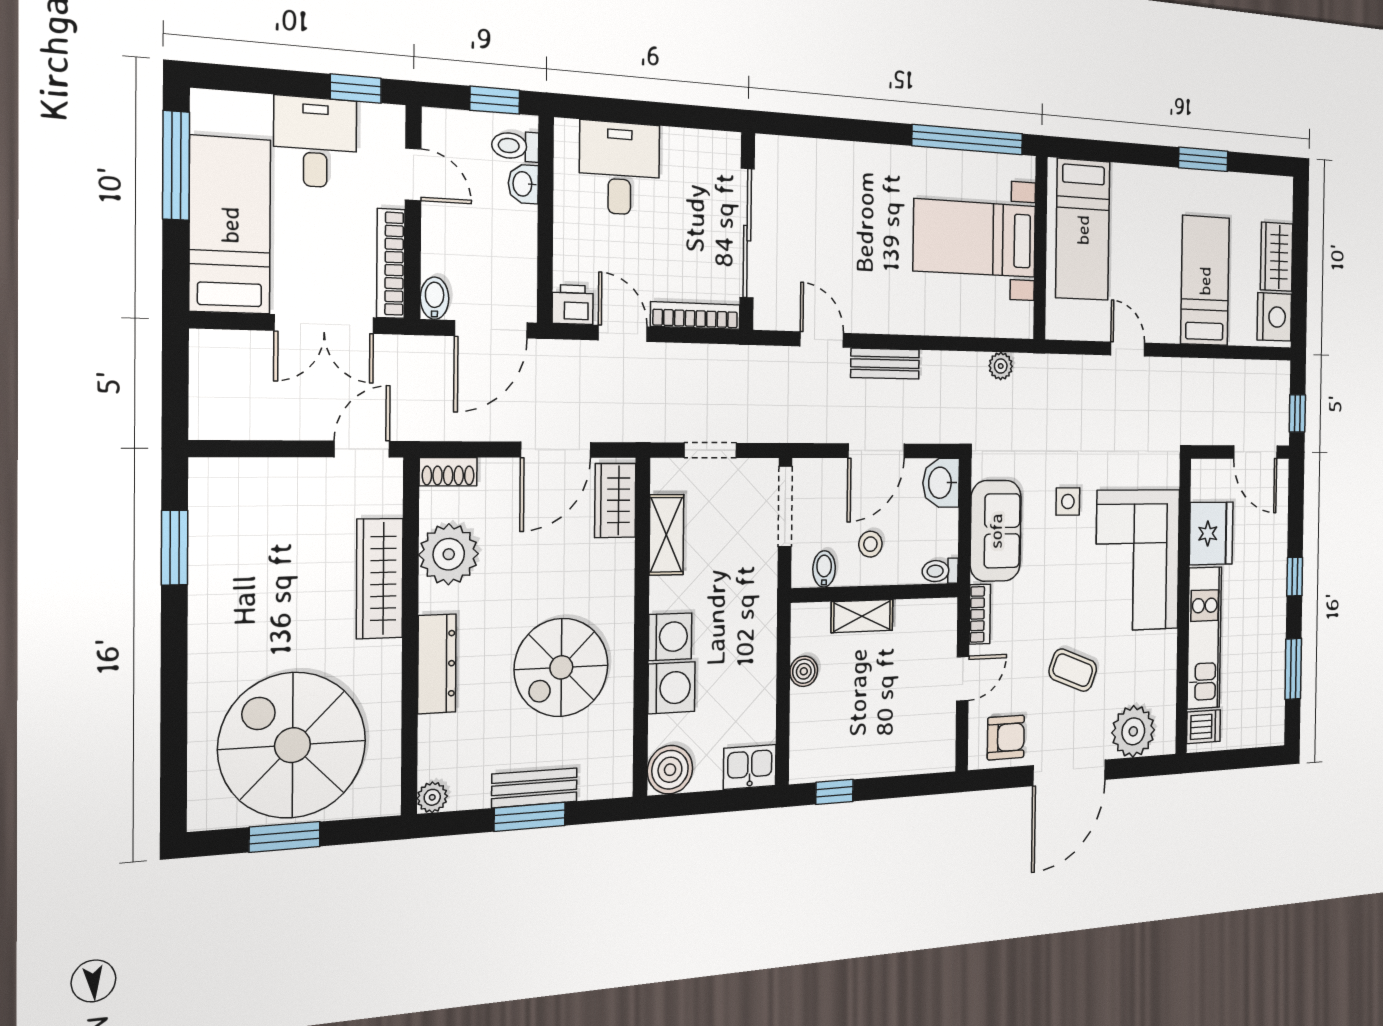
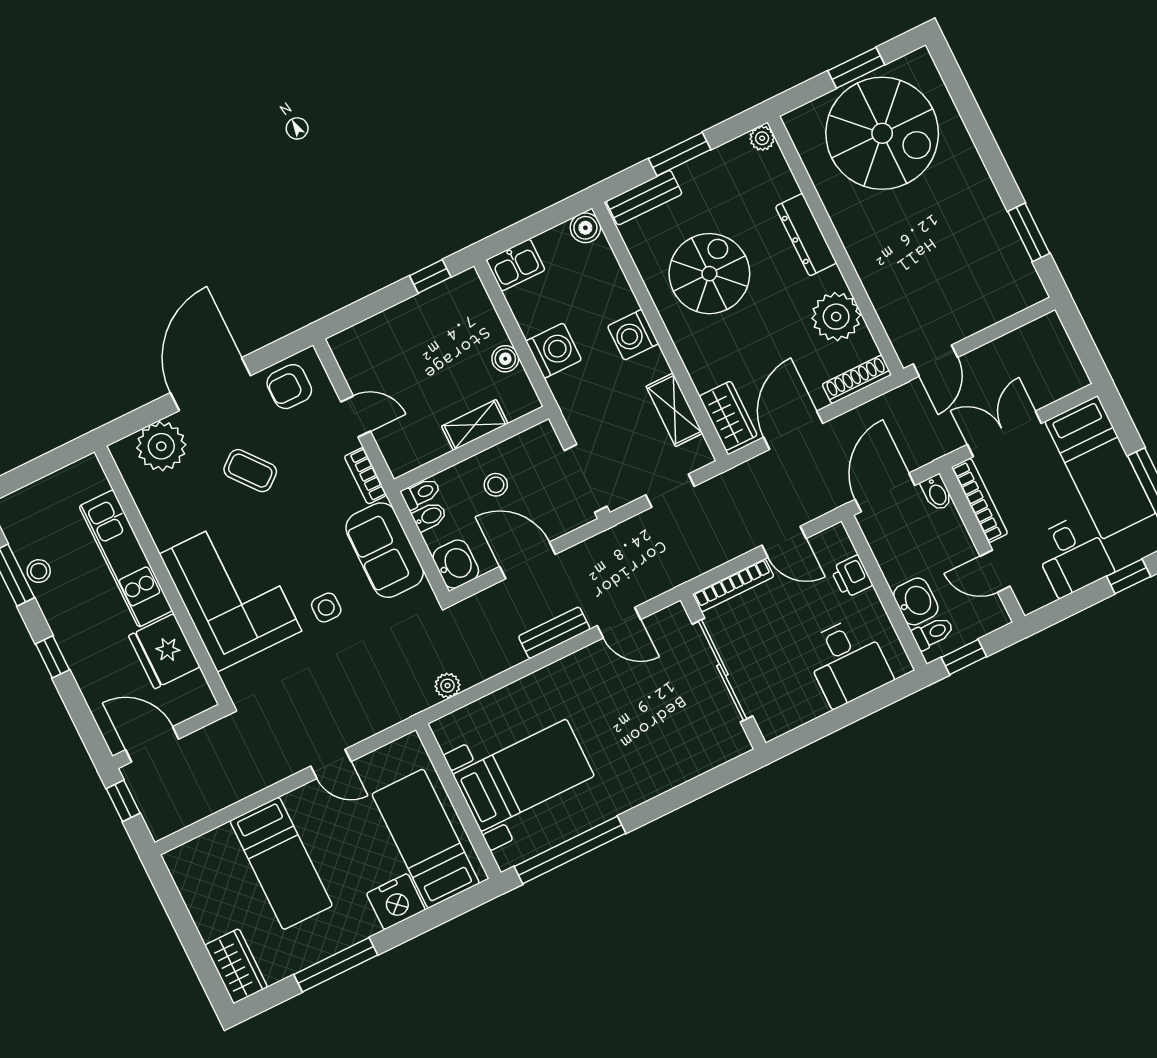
window: (356, 89) -> (1129, 576), moved
window: (1203, 159) -> (336, 965), width x1.44
washbasin: (523, 184) -> (916, 601), width x1.38, depth x1.45
wardrobe: (1277, 257) -> (236, 966), moved
printer: (573, 305) -> (852, 577), moved, turned 90
nightstand: (1274, 317) -> (396, 902), moved, turned -90
door: (876, 451) -> (528, 560), hinge flipped
shoe rack: (448, 472) -> (857, 379), width x1.43
bidet: (824, 569) -> (429, 516), moved, turned -90
wardrobe: (380, 579) -> (878, 276), removed
stool: (1273, 662) -> (39, 571), added
coffee table: (1073, 670) -> (250, 471), turned 30
door: (963, 679) -> (356, 416), swing flipped
washing machine: (671, 688) -> (554, 351), moved, turned 180
dishwasher: (1203, 727) -> (88, 482), removed
boiler: (670, 770) -> (585, 228), width x0.73, depth x0.73
bench: (535, 788) -> (644, 198), moved

